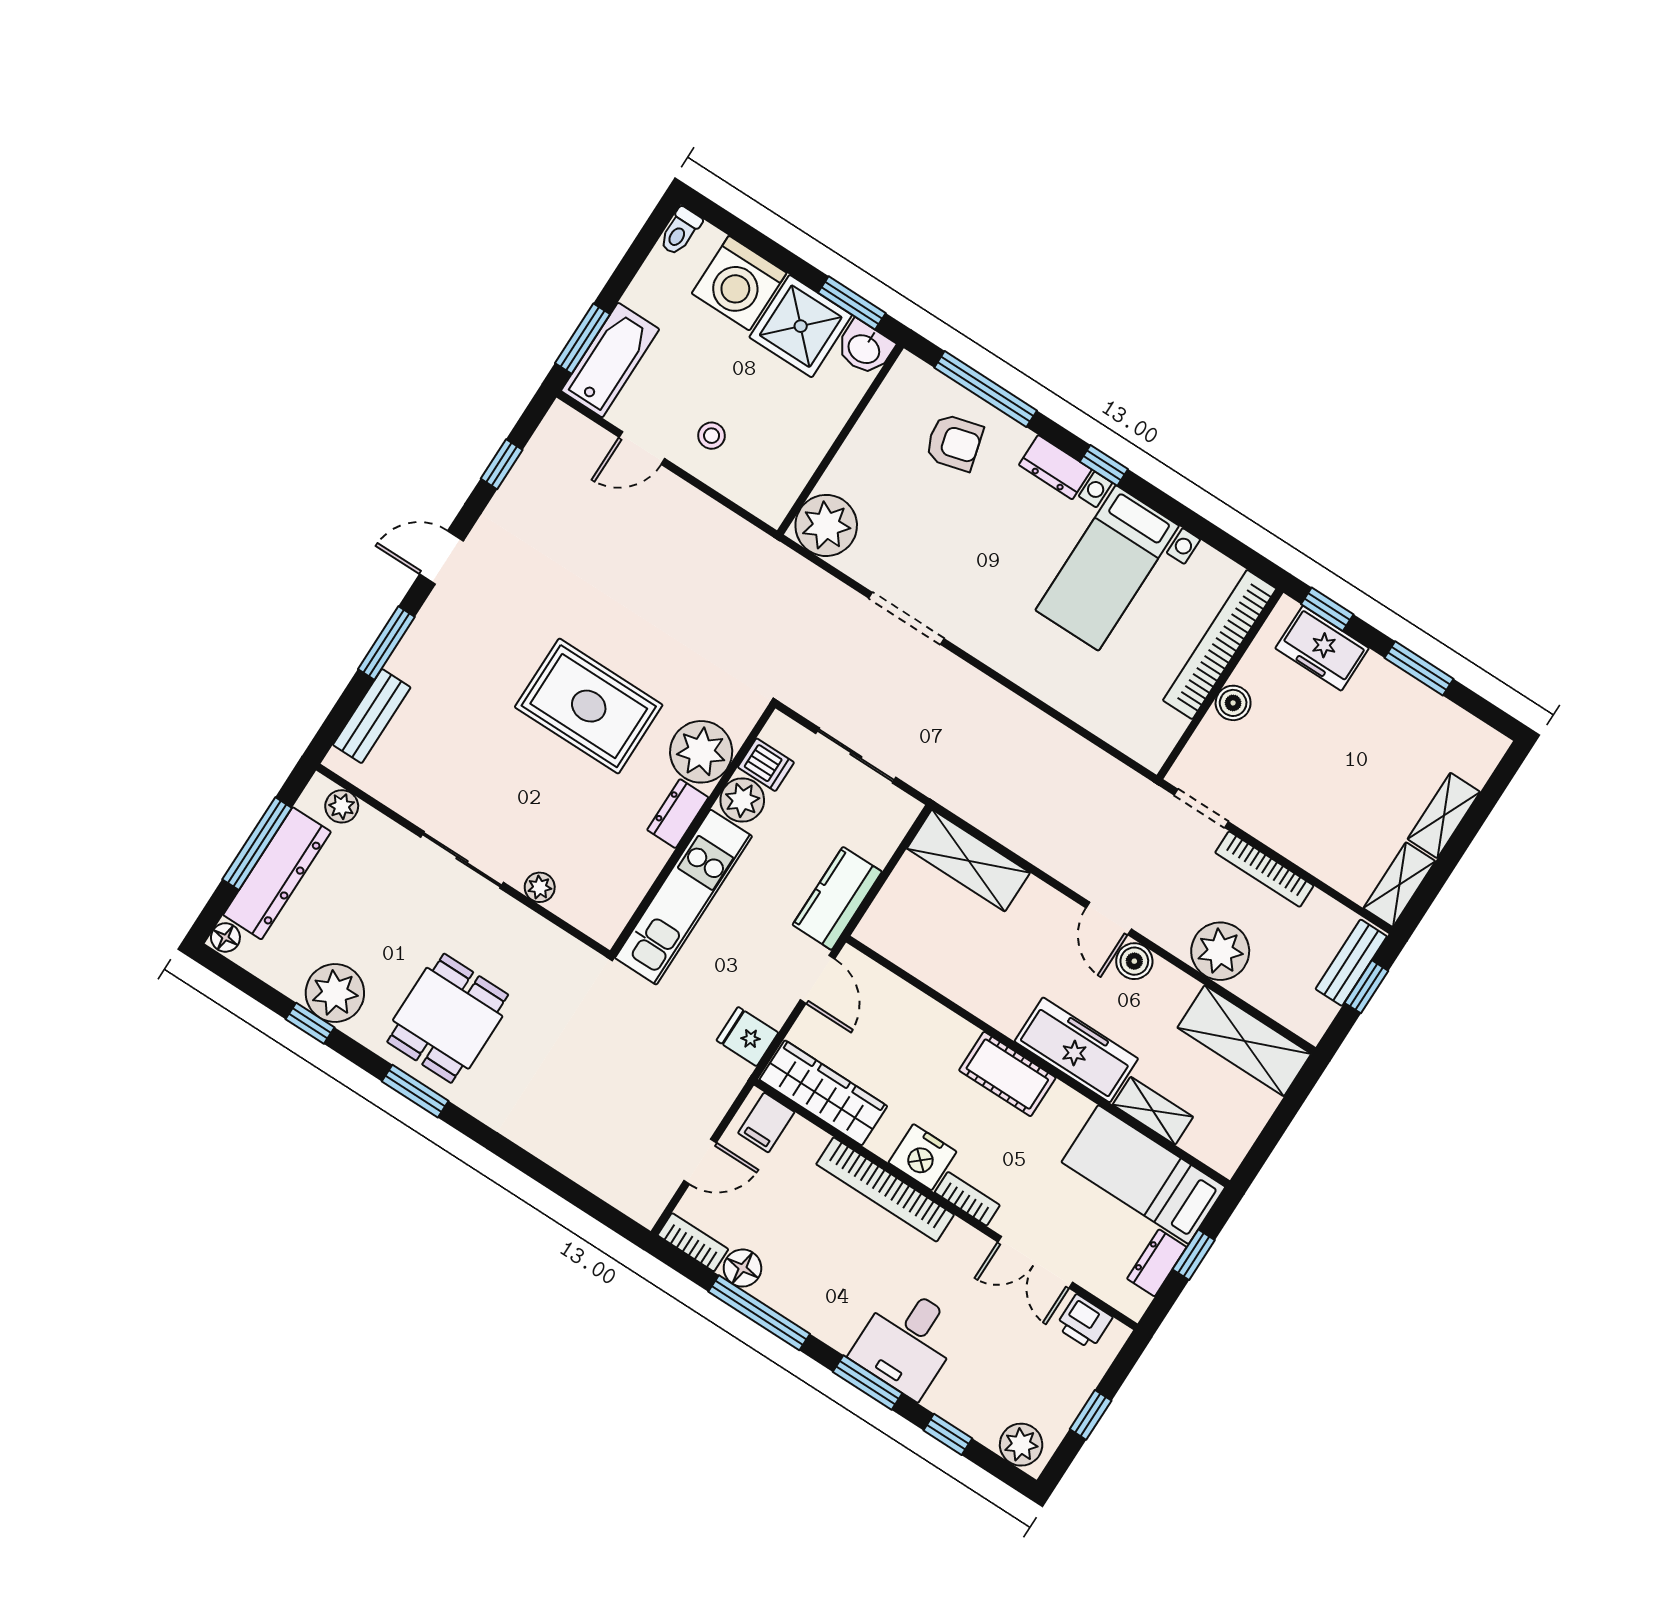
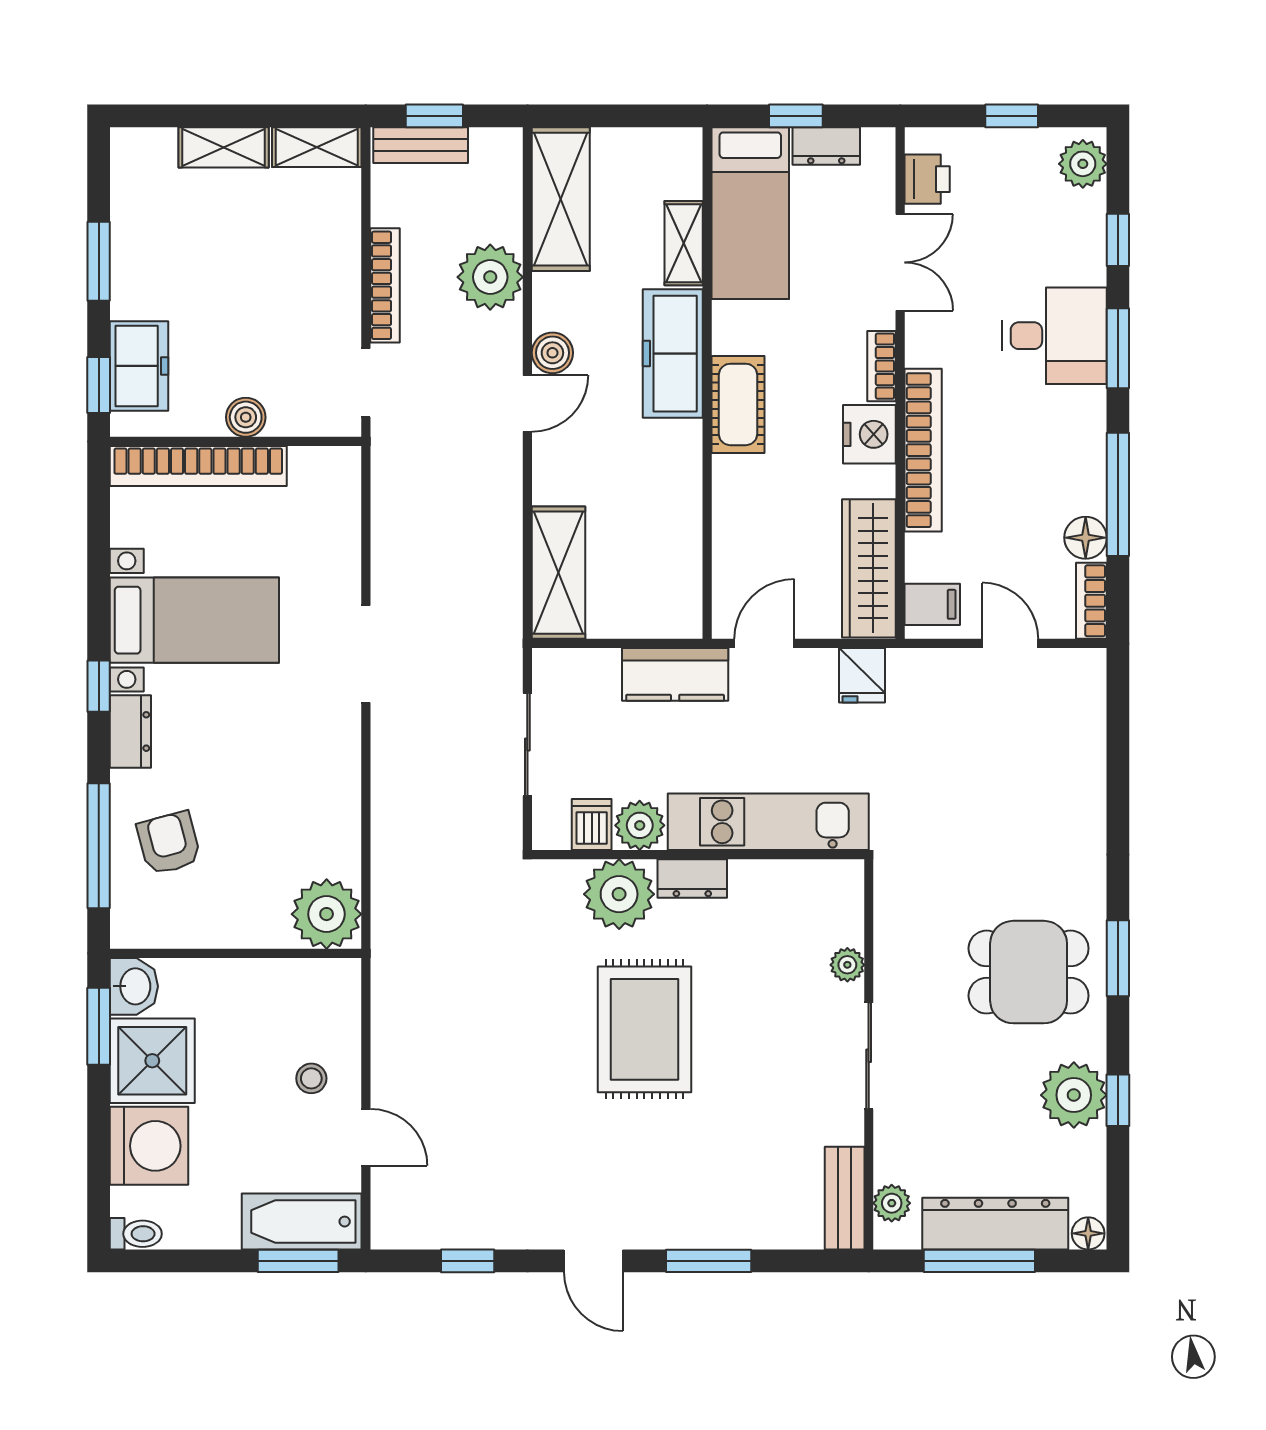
doorway: (906, 618) -> (366, 654), moved
bench: (372, 716) -> (845, 1198), moved, turned 90

